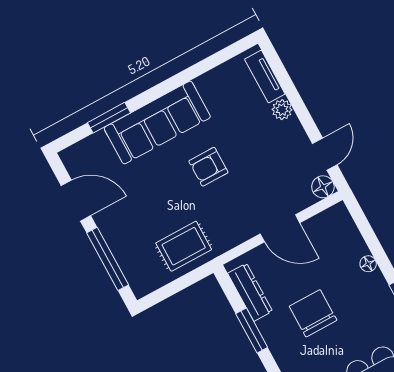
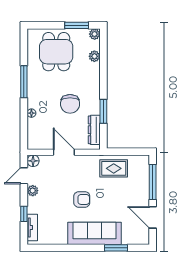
window: (291, 91) -> (24, 214), added
plant: (282, 110) -> (33, 191), moved

